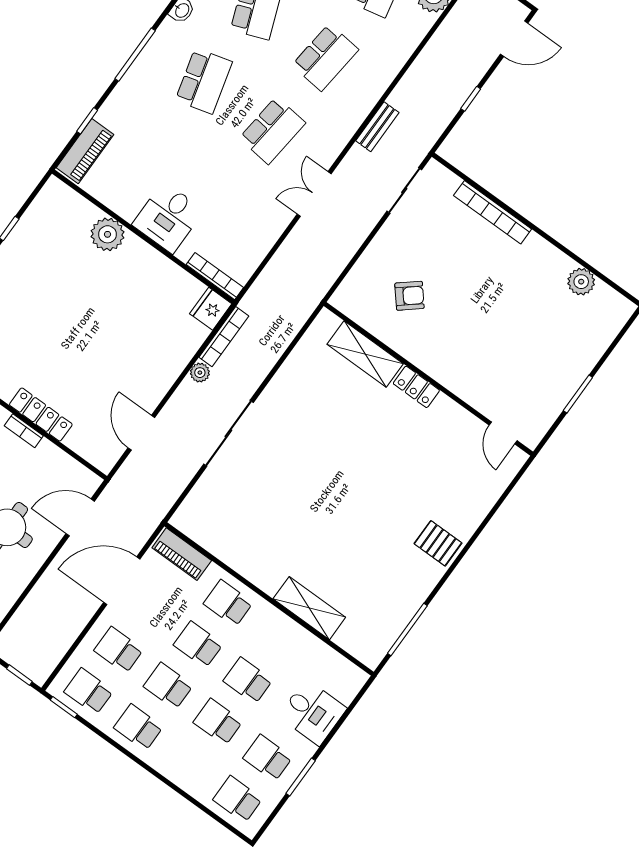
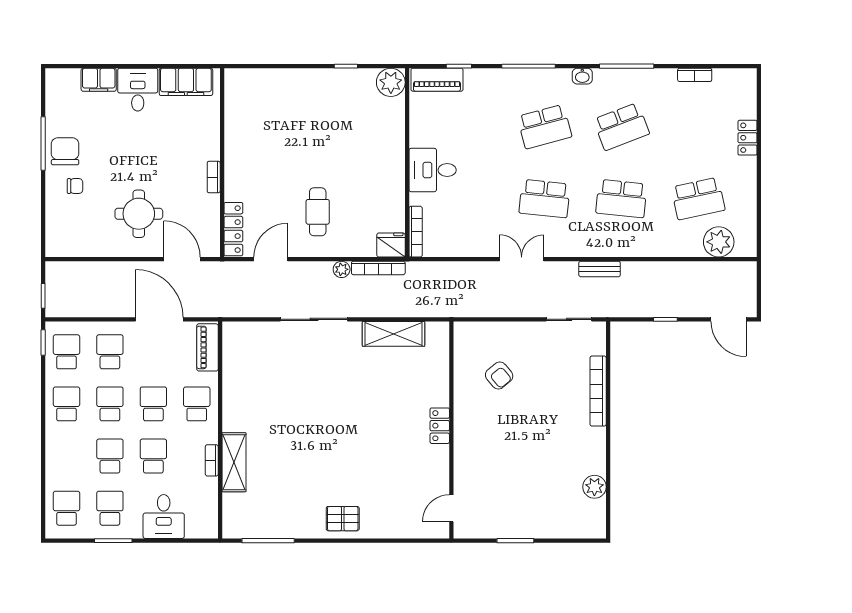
plant: (107, 234) -> (391, 82), moved
shelving: (365, 354) -> (394, 334), moved, turned 90
cafe table: (129, 356) -> (318, 212), added
locker: (41, 415) -> (233, 229), moved
pallet: (438, 543) -> (343, 519), turned 90
bookcase: (292, 628) -> (212, 460), added

